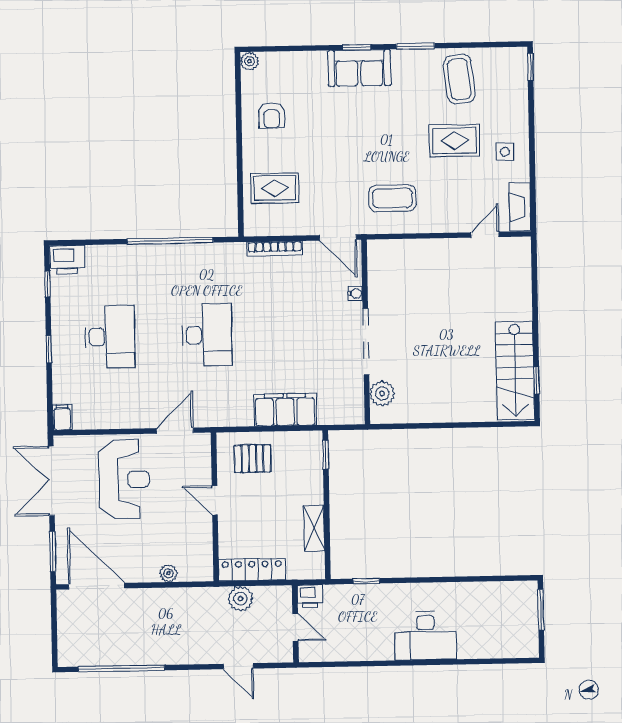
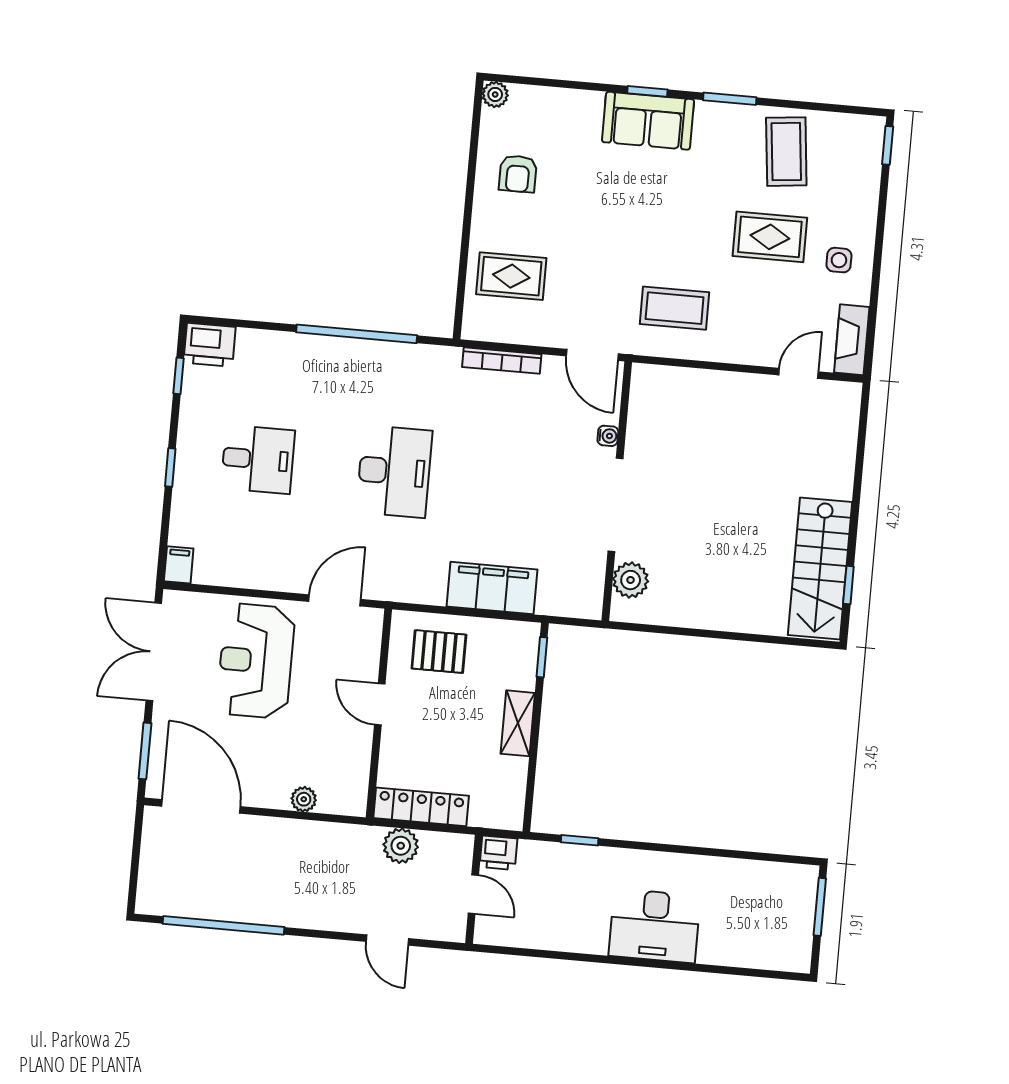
desk: (110, 337) -> (258, 459), width x0.73
reception desk: (124, 479) -> (256, 661), turned 180
shelving: (314, 528) -> (518, 723), moved

